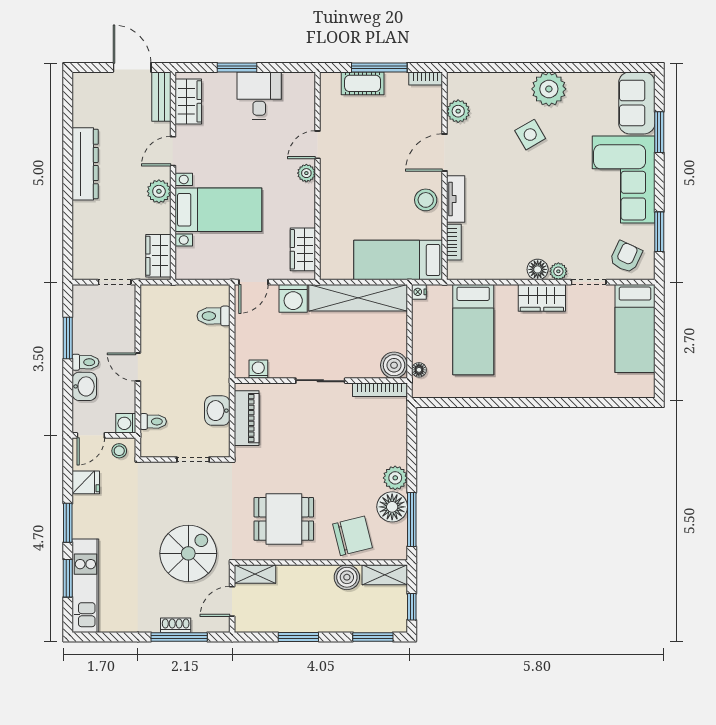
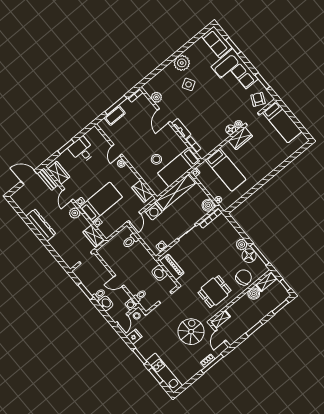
stool: (426, 200) -> (156, 159), moved

